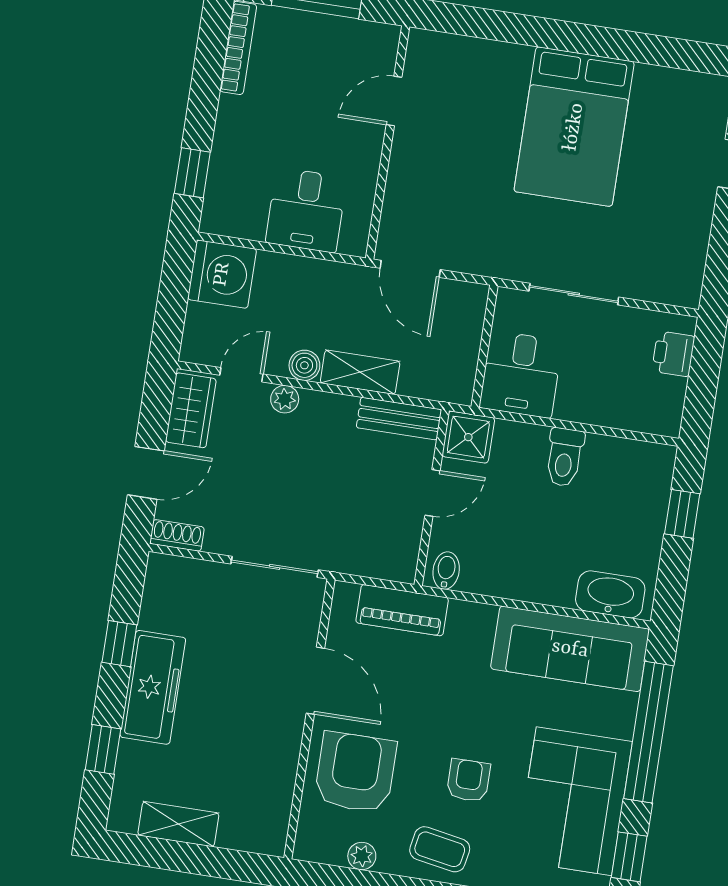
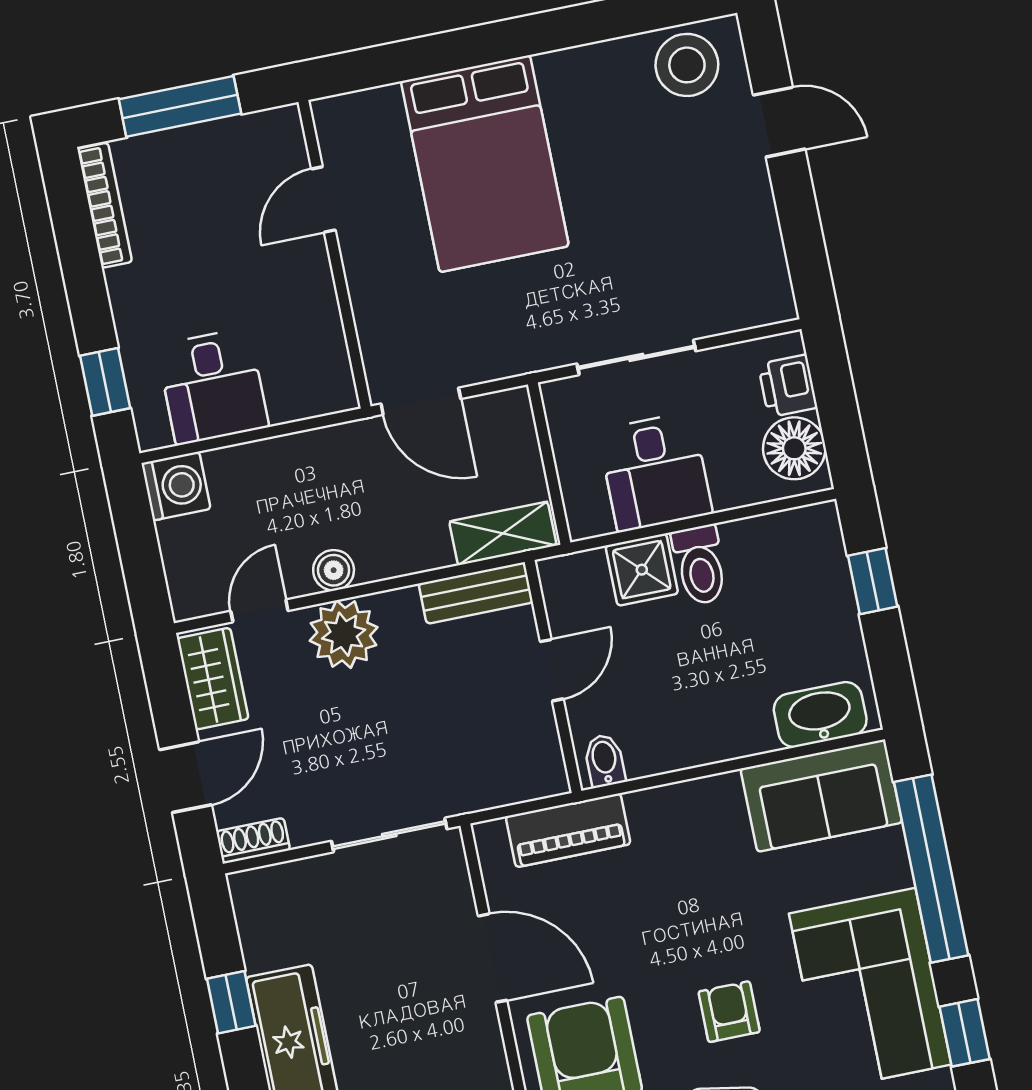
stool: (686, 101) -> (687, 65), added
bed: (574, 127) -> (485, 164), moved
desk: (306, 210) -> (213, 386), moved
washing machine: (222, 274) -> (176, 486), width x0.73, depth x0.73
shelving: (360, 372) -> (503, 533), moved
desk: (521, 374) -> (655, 472), moved
plant: (285, 399) -> (344, 634), width x1.88, depth x1.88
floor lamp: (662, 400) -> (794, 448), added
shower: (468, 437) -> (642, 570), moved
sofa: (570, 649) -> (821, 796), width x0.73

